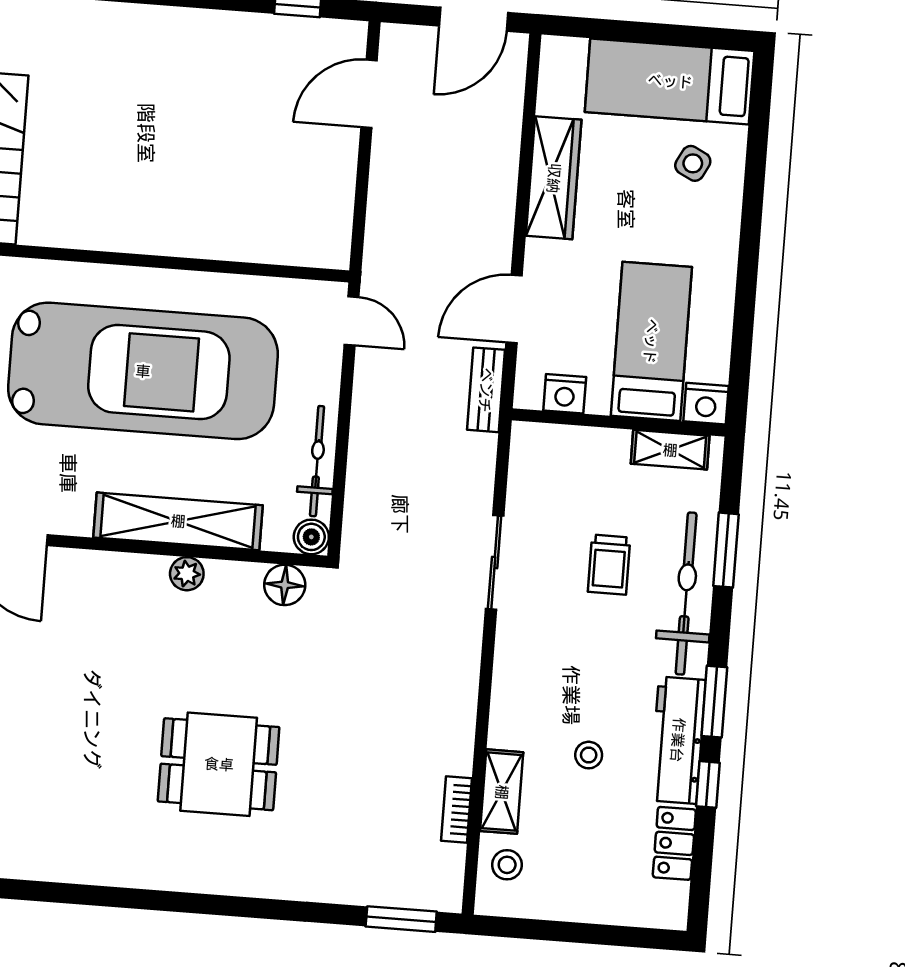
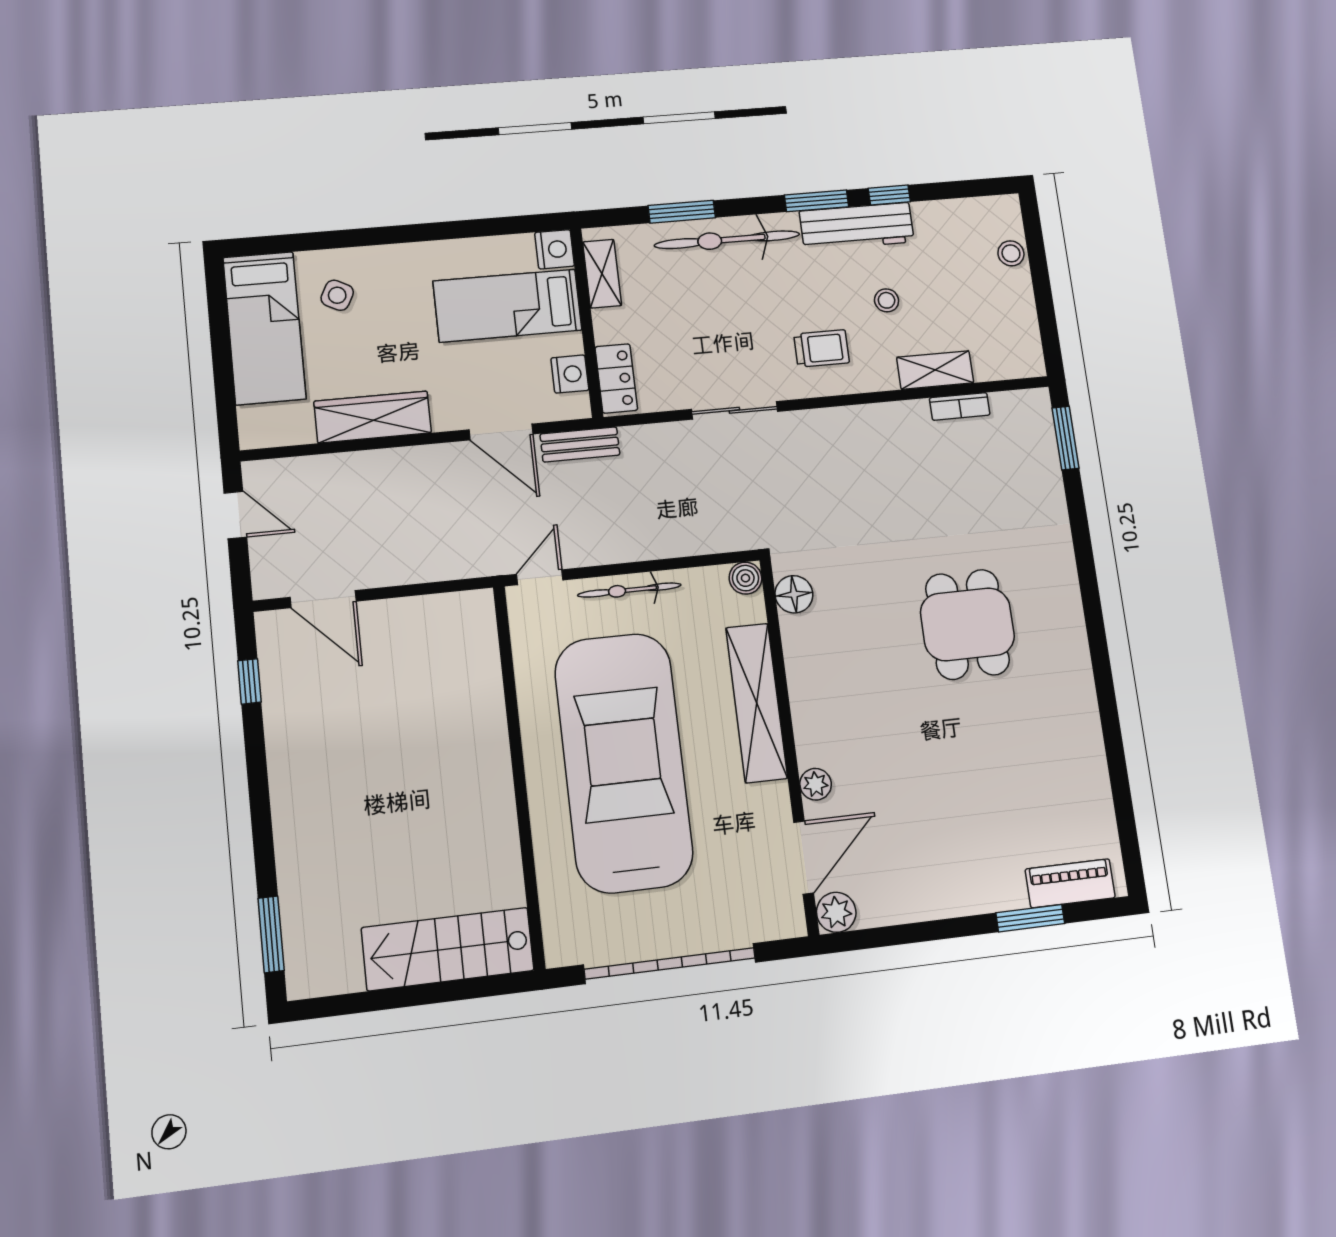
door: (473, 19) -> (235, 515), width x0.73
bicycle: (317, 461) -> (629, 590), moved
trolley: (609, 565) -> (822, 348), moved
plant: (187, 574) -> (816, 784), moved
locker: (674, 843) -> (616, 378), moved, turned -90
stool: (507, 865) -> (1011, 253), moved

